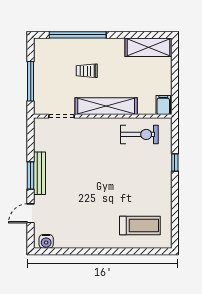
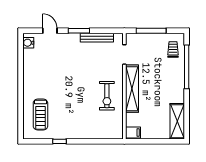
trolley: (87, 71) -> (173, 49), moved
exercise bike: (139, 134) -> (107, 96), moved
window: (175, 163) -> (60, 141), moved
bench: (39, 173) -> (97, 38), moved

